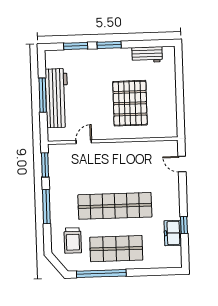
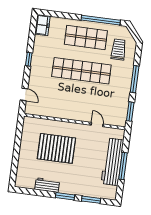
workbench: (147, 55) -> (47, 185), moved
pallet: (130, 103) -> (56, 148), turned 90
door: (84, 142) -> (97, 125), swing flipped
window: (184, 225) -> (29, 59), moved
freezer: (173, 233) -> (42, 25), moved

